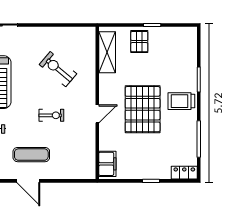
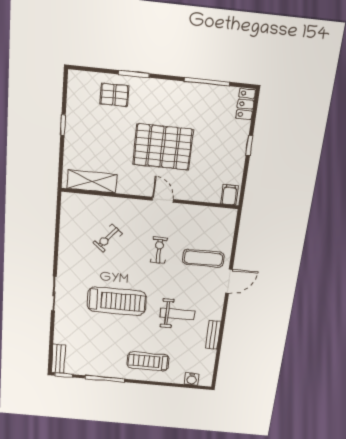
pallet: (139, 42) -> (114, 95), moved
exercise bike: (58, 69) -> (108, 238), width x0.73, depth x0.72
trolley: (181, 101) -> (158, 99), removed
exercise mat: (31, 155) -> (203, 258), moved, turned 90
filing cabinet: (107, 164) -> (230, 195), width x0.50

